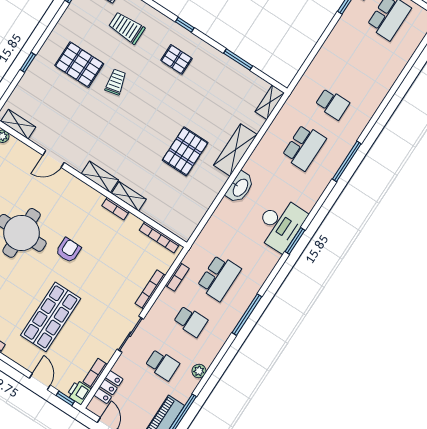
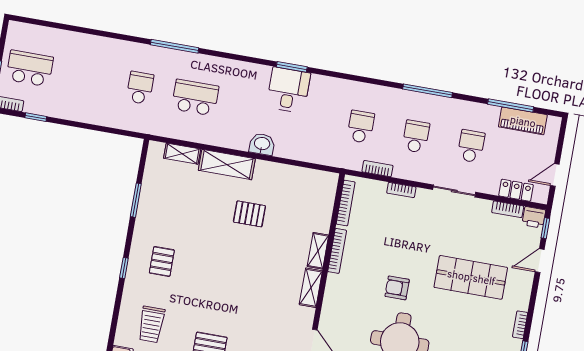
trolley: (116, 82) -> (210, 312), removed
shelving: (270, 102) -> (182, 154), moved
pallet: (185, 151) -> (249, 214), width x0.67, depth x0.71
window: (347, 161) -> (175, 46), moved
washbasin: (240, 187) -> (262, 144), width x0.72
bookcase: (116, 209) -> (337, 251), width x1.56
desk: (280, 224) -> (288, 90), width x0.73
school desk: (219, 278) -> (361, 127), width x0.54
bookcase: (150, 289) -> (401, 190), width x0.64
window: (247, 315) -> (428, 91), moved
plant: (199, 371) -> (462, 107), removed

